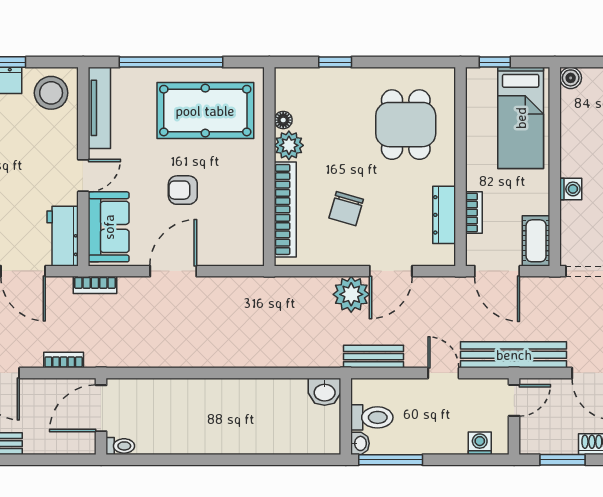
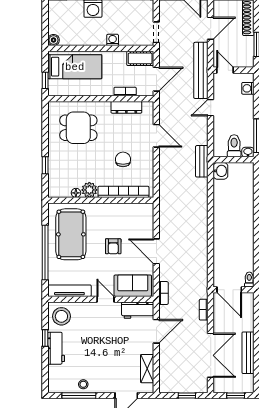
chair: (346, 209) -> (123, 159), turned -106
plant: (351, 294) -> (169, 157), removed
bench: (374, 357) -> (202, 161), moved

